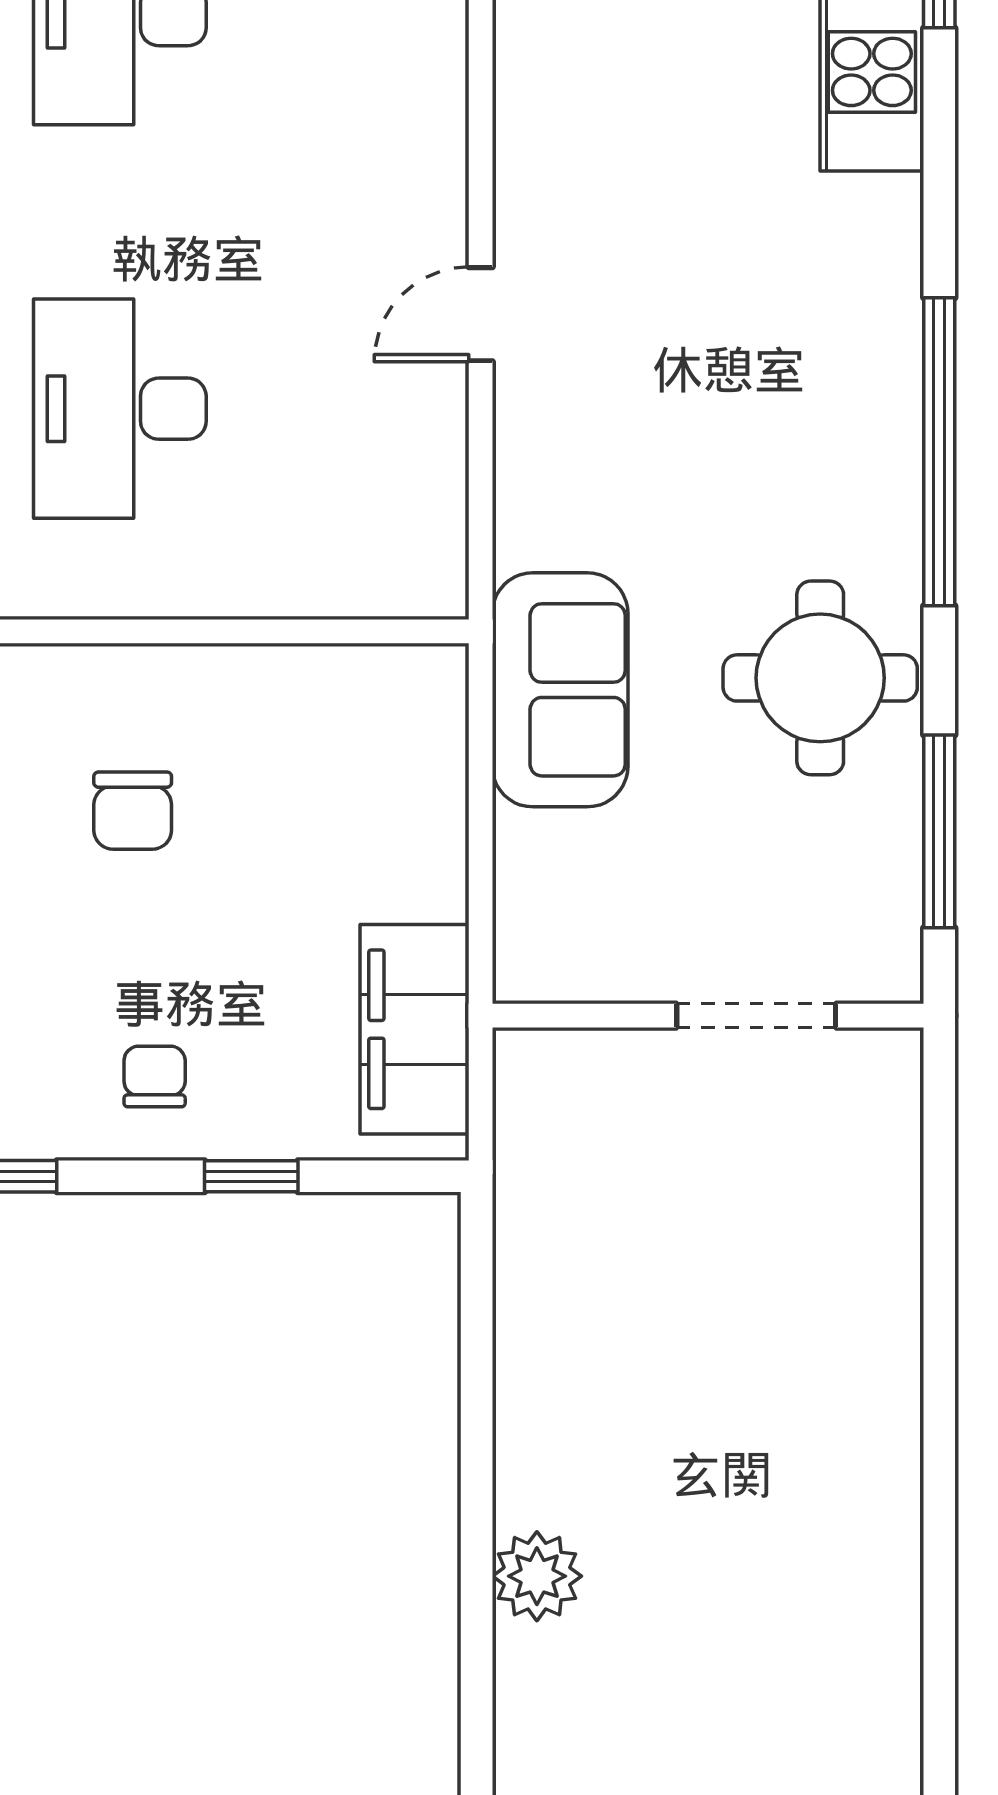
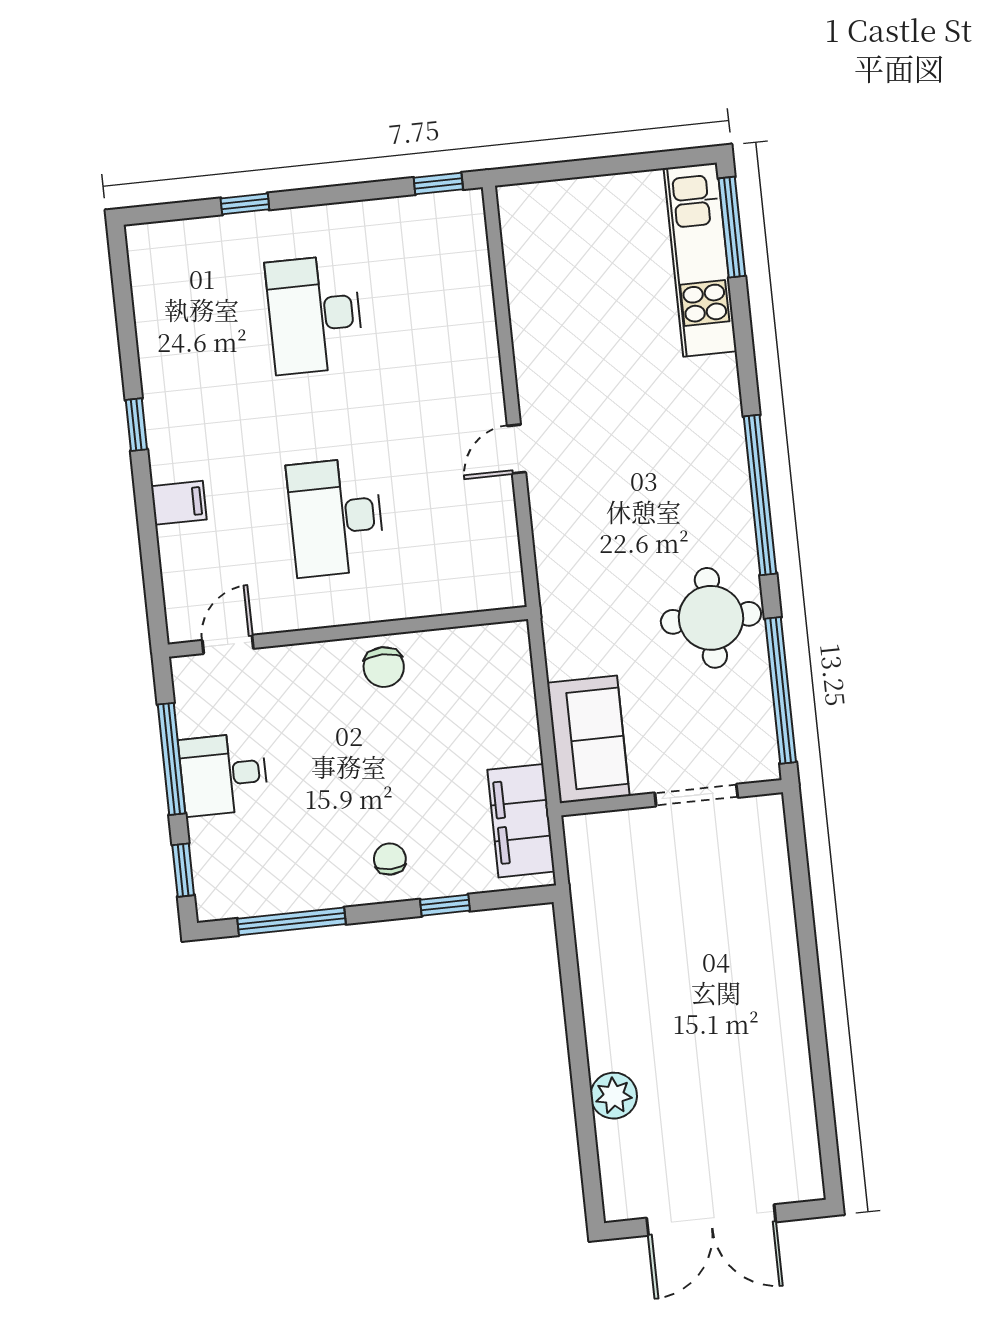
sofa: (560, 690) -> (588, 739), moved
chair: (133, 811) -> (384, 667), moved
window: (939, 831) -> (781, 690), width x1.46

